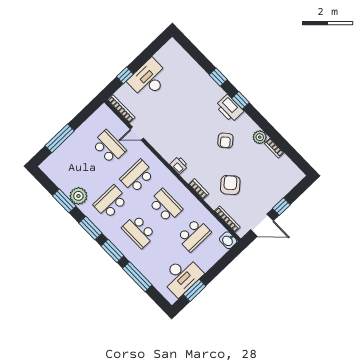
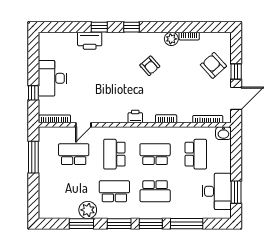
printer: (230, 108) -> (90, 41), moved
window: (60, 138) -> (33, 157), moved
armchair: (230, 185) -> (213, 65), moved
school desk: (110, 202) -> (114, 191), turned 90

